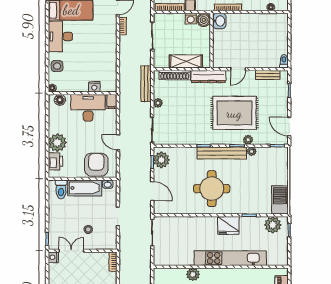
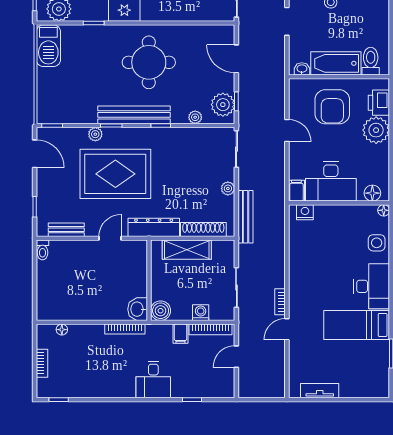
washing machine: (191, 19) -> (201, 313), moved
nightstand: (94, 87) -> (305, 212), moved
plant: (252, 151) -> (195, 117), moved
armchair: (96, 165) -> (332, 107), moved

